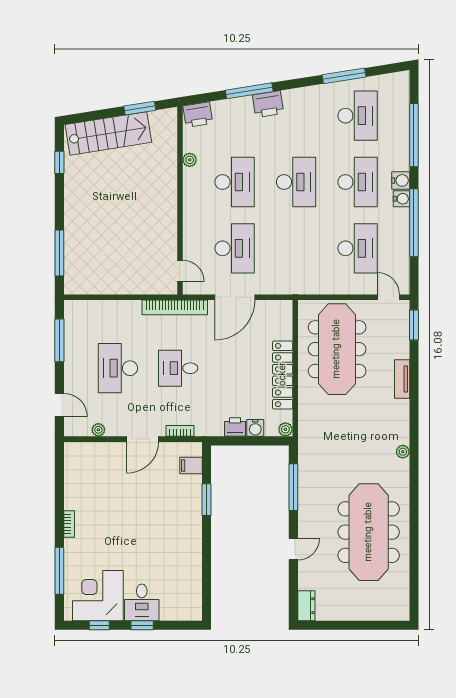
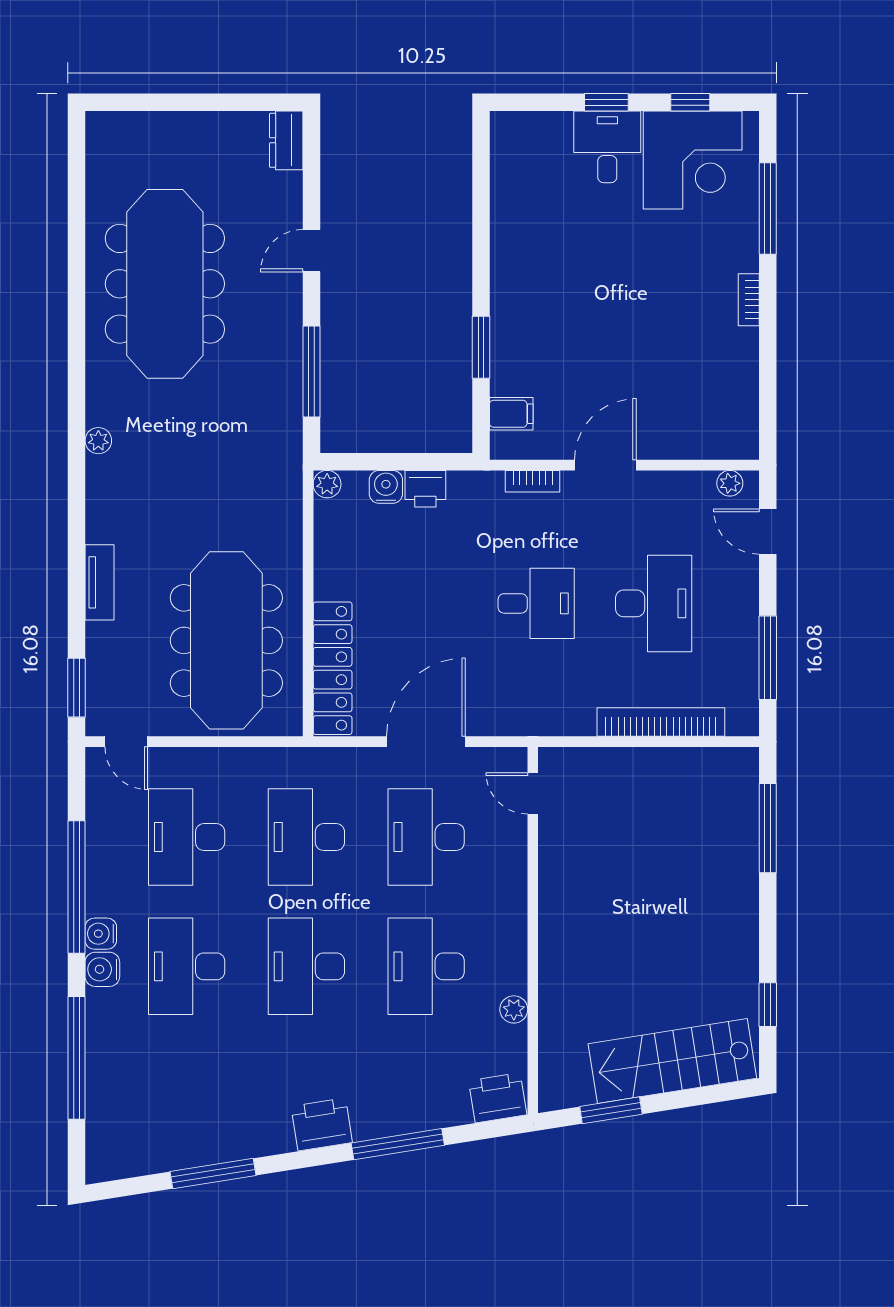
printer: (268, 104) -> (322, 1124), moved
desk: (358, 116) -> (306, 837), moved
bookcase: (175, 307) -> (661, 722), moved
locker: (283, 375) -> (333, 668), moved
plant: (98, 430) -> (730, 483), moved

